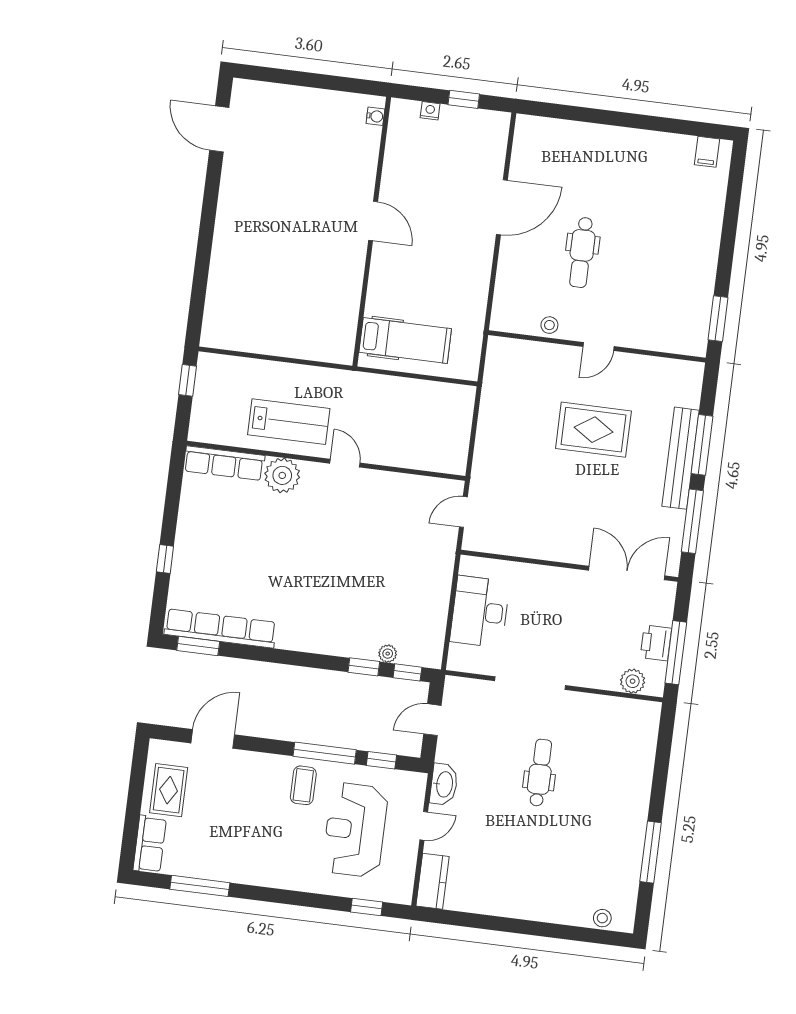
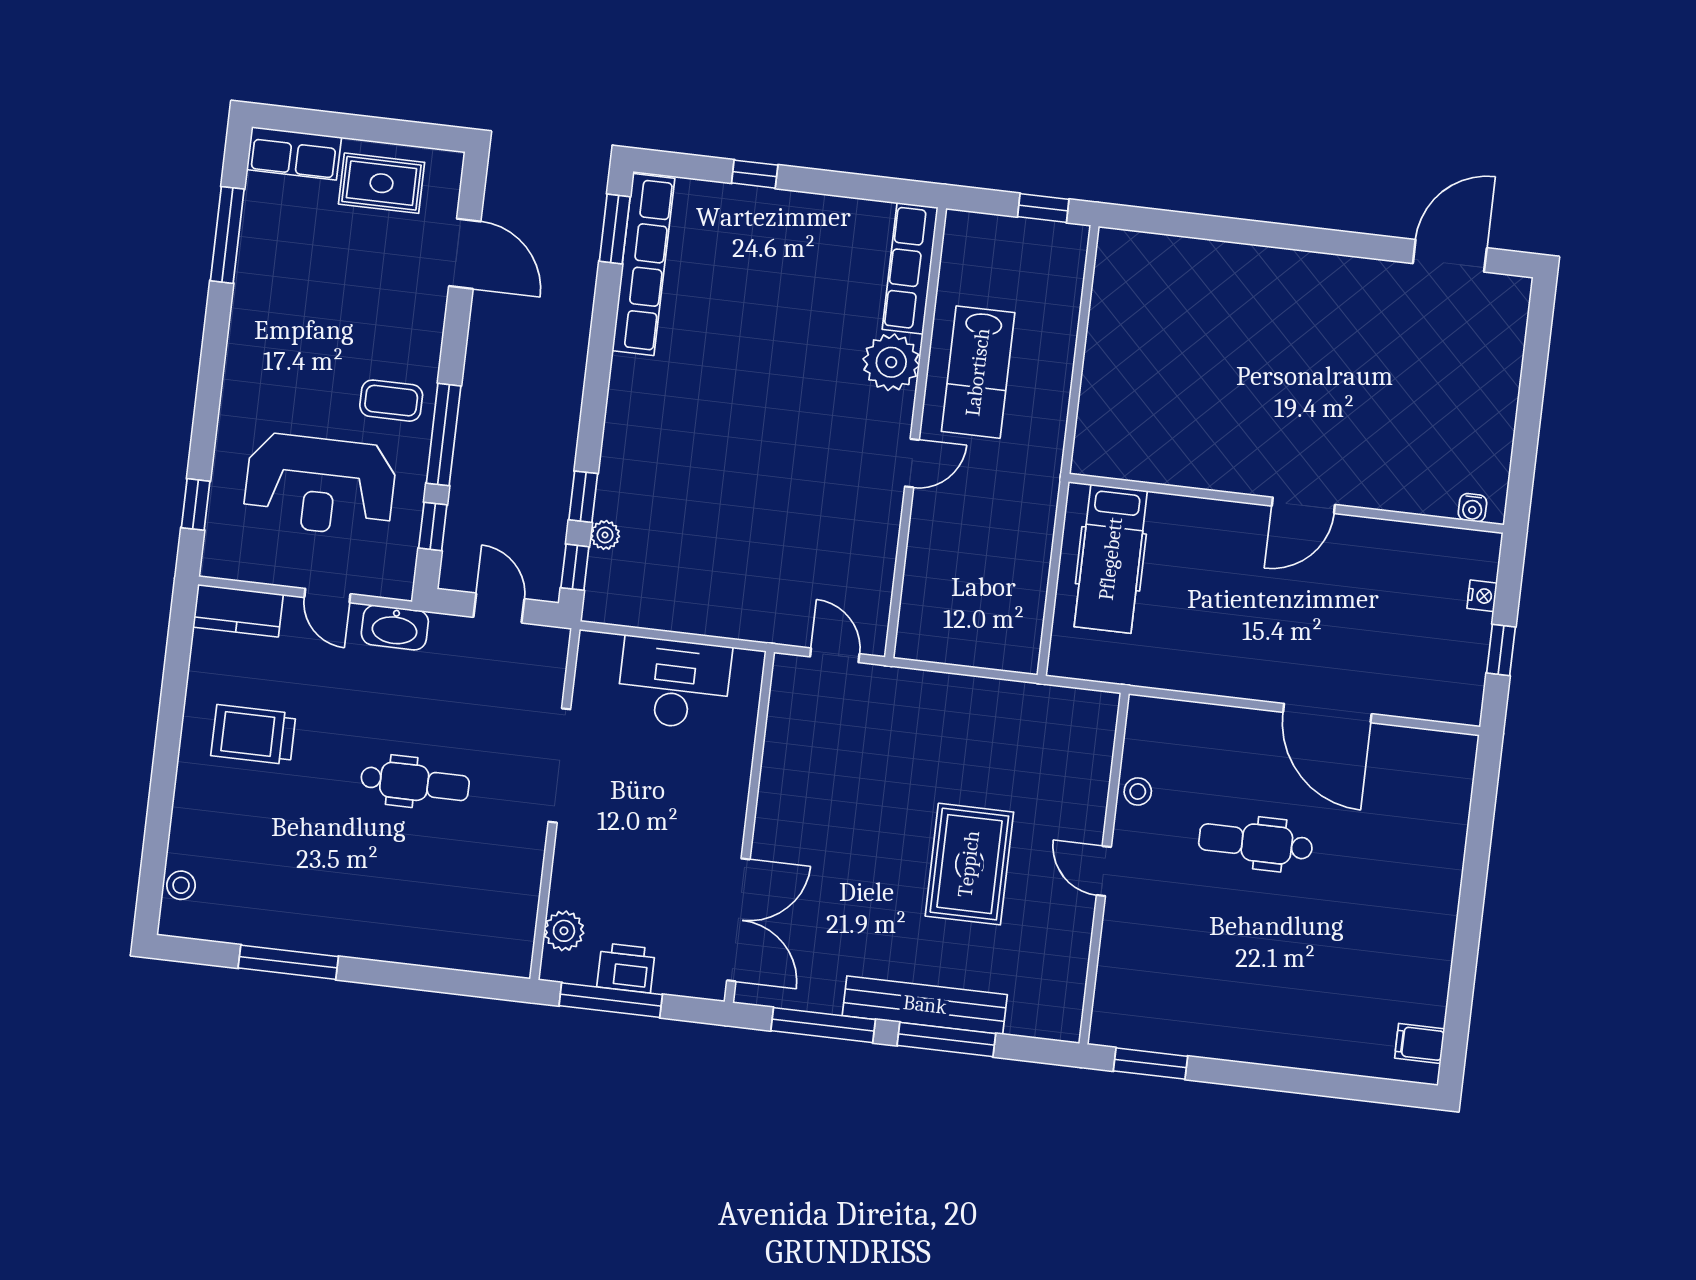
reception desk: (355, 830) -> (320, 485), turned 180
trolley: (509, 872) -> (253, 735), added

